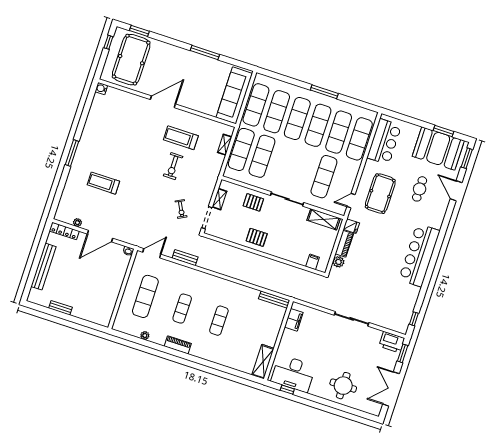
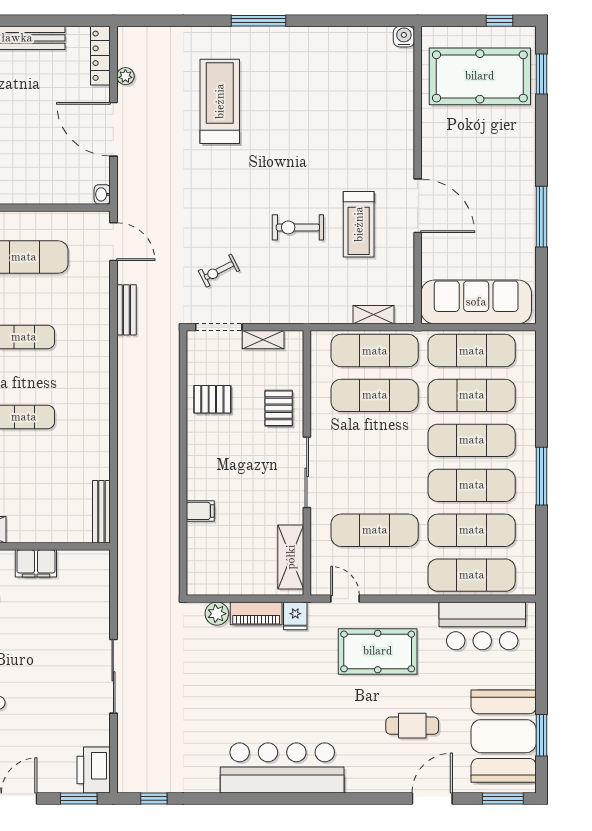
door: (163, 102) -> (418, 206), moved
treadmill: (181, 138) -> (359, 224), turned 180
treadmill: (103, 183) -> (220, 101), width x1.37, depth x1.38
pallet: (257, 237) -> (212, 399), moved, turned 90
filing cabinet: (313, 262) -> (200, 511), moved
filing cabinet: (294, 320) -> (36, 563), moved

